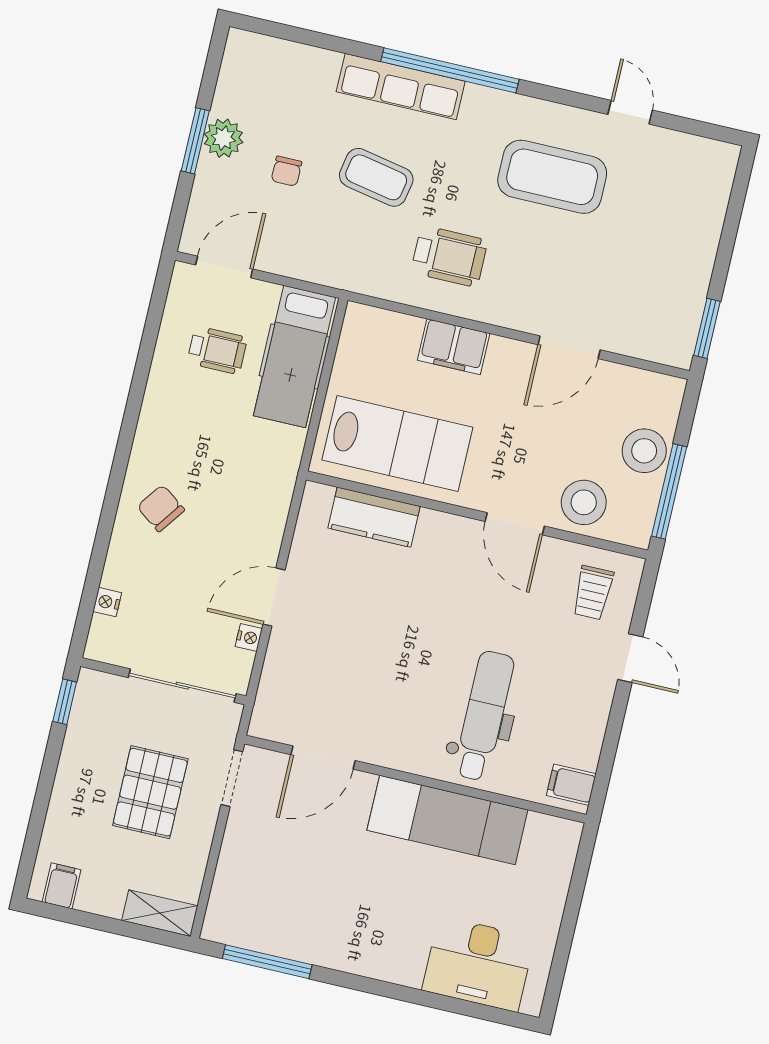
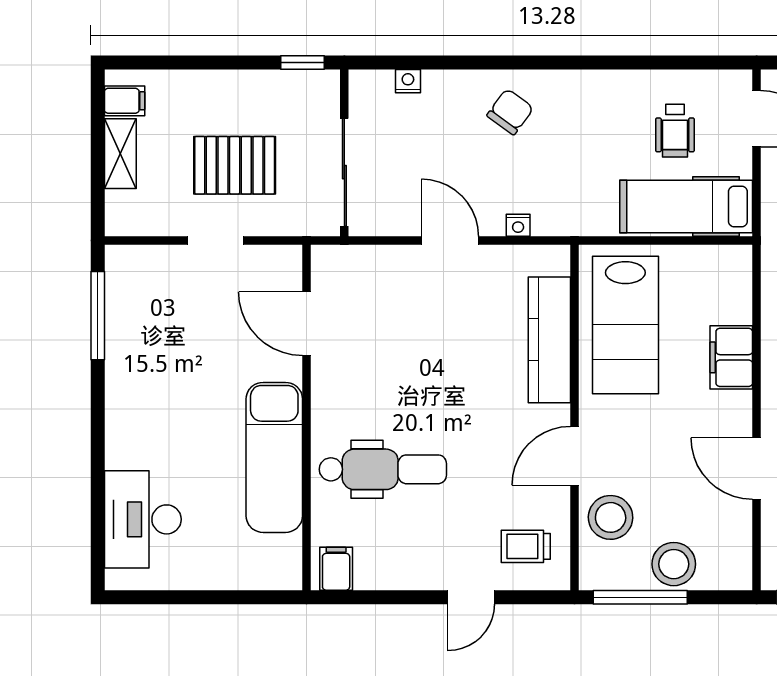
kitchen counter: (374, 517) -> (549, 340), width x1.50
nightstand: (249, 637) -> (518, 225), moved
doorway: (232, 778) -> (215, 241), moved
shelving: (160, 913) -> (120, 154), moved

